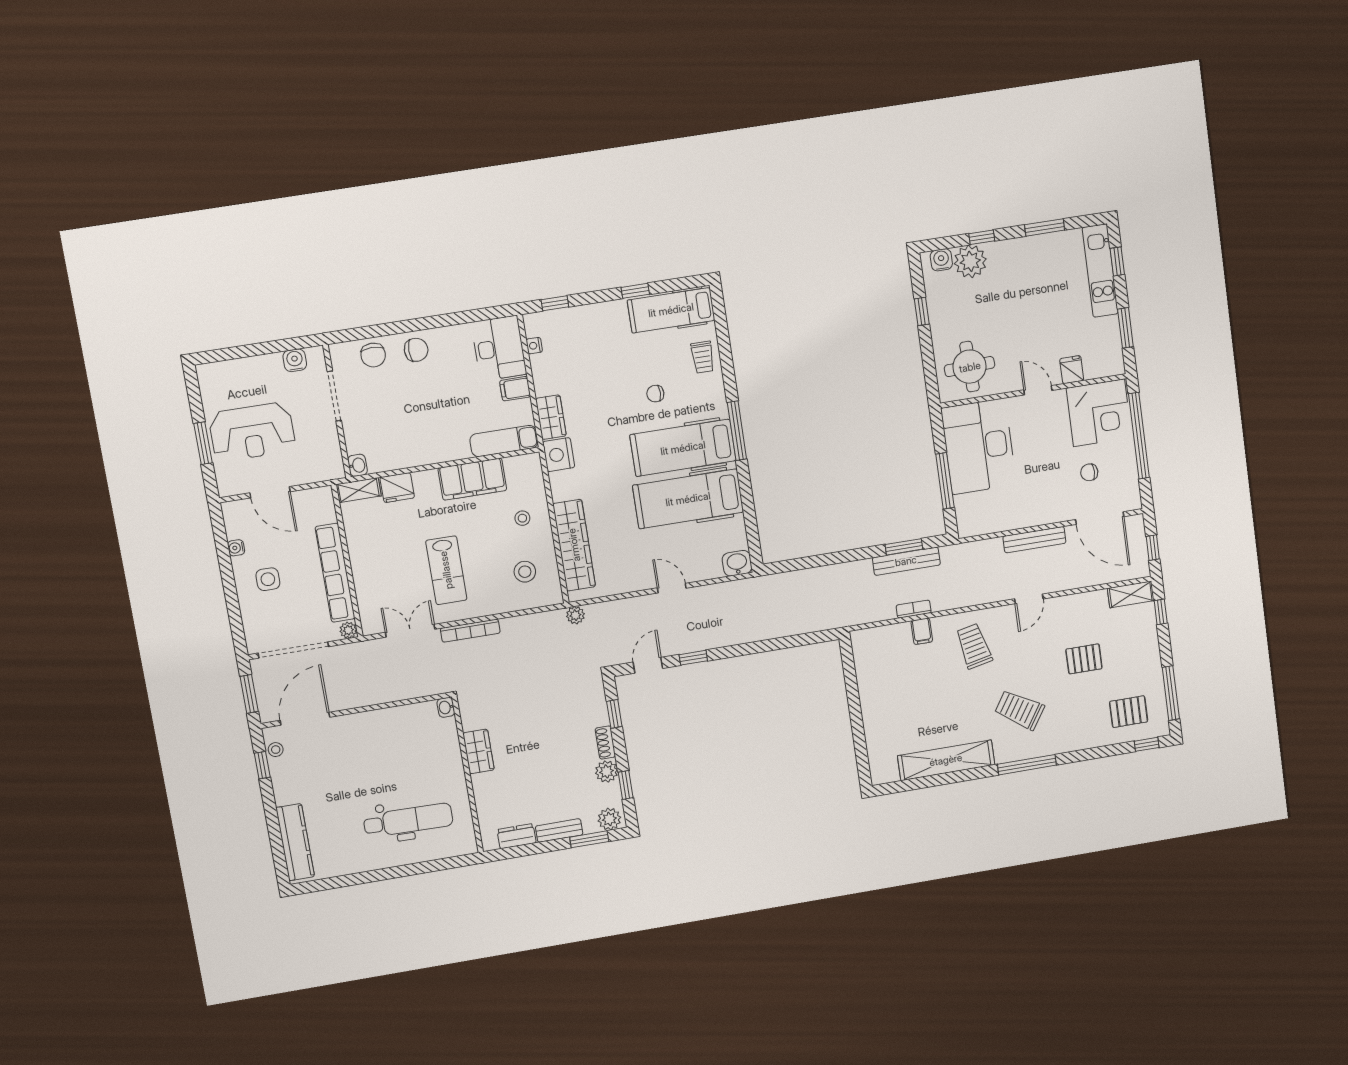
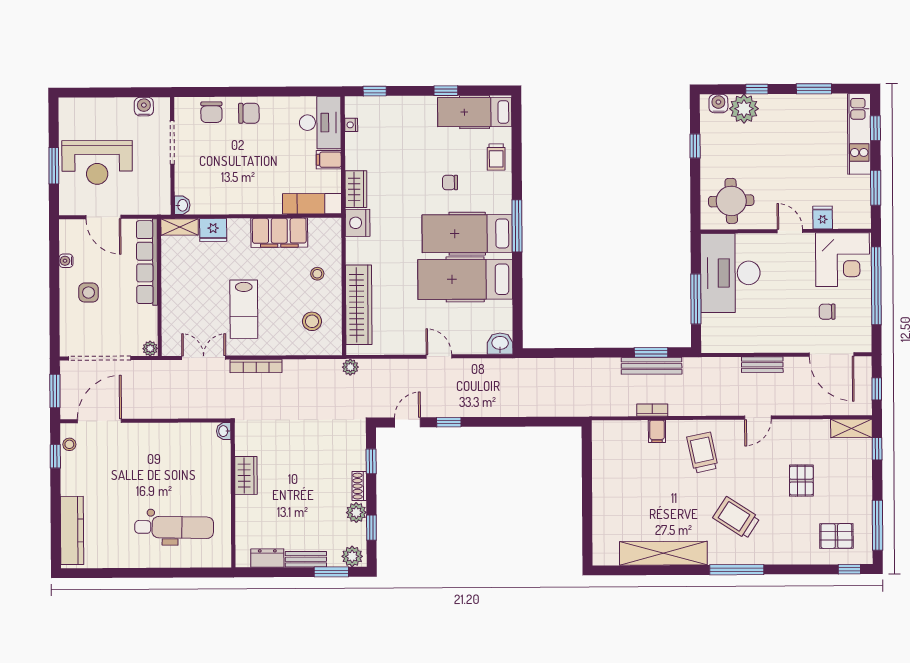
bench: (1034, 540) -> (762, 365), width x0.73
row of seats: (335, 573) -> (147, 262), moved
pallet: (1084, 659) -> (801, 481), turned 90

